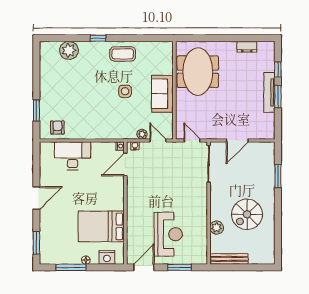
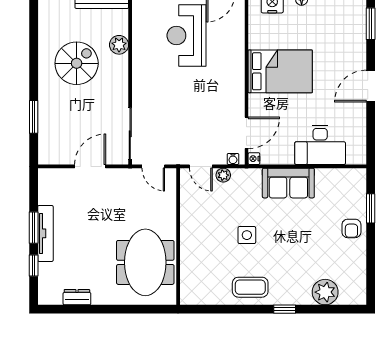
sofa: (162, 94) -> (288, 183), moved, turned 90
armchair: (57, 127) -> (351, 228), moved
bed: (101, 226) -> (280, 71), moved

